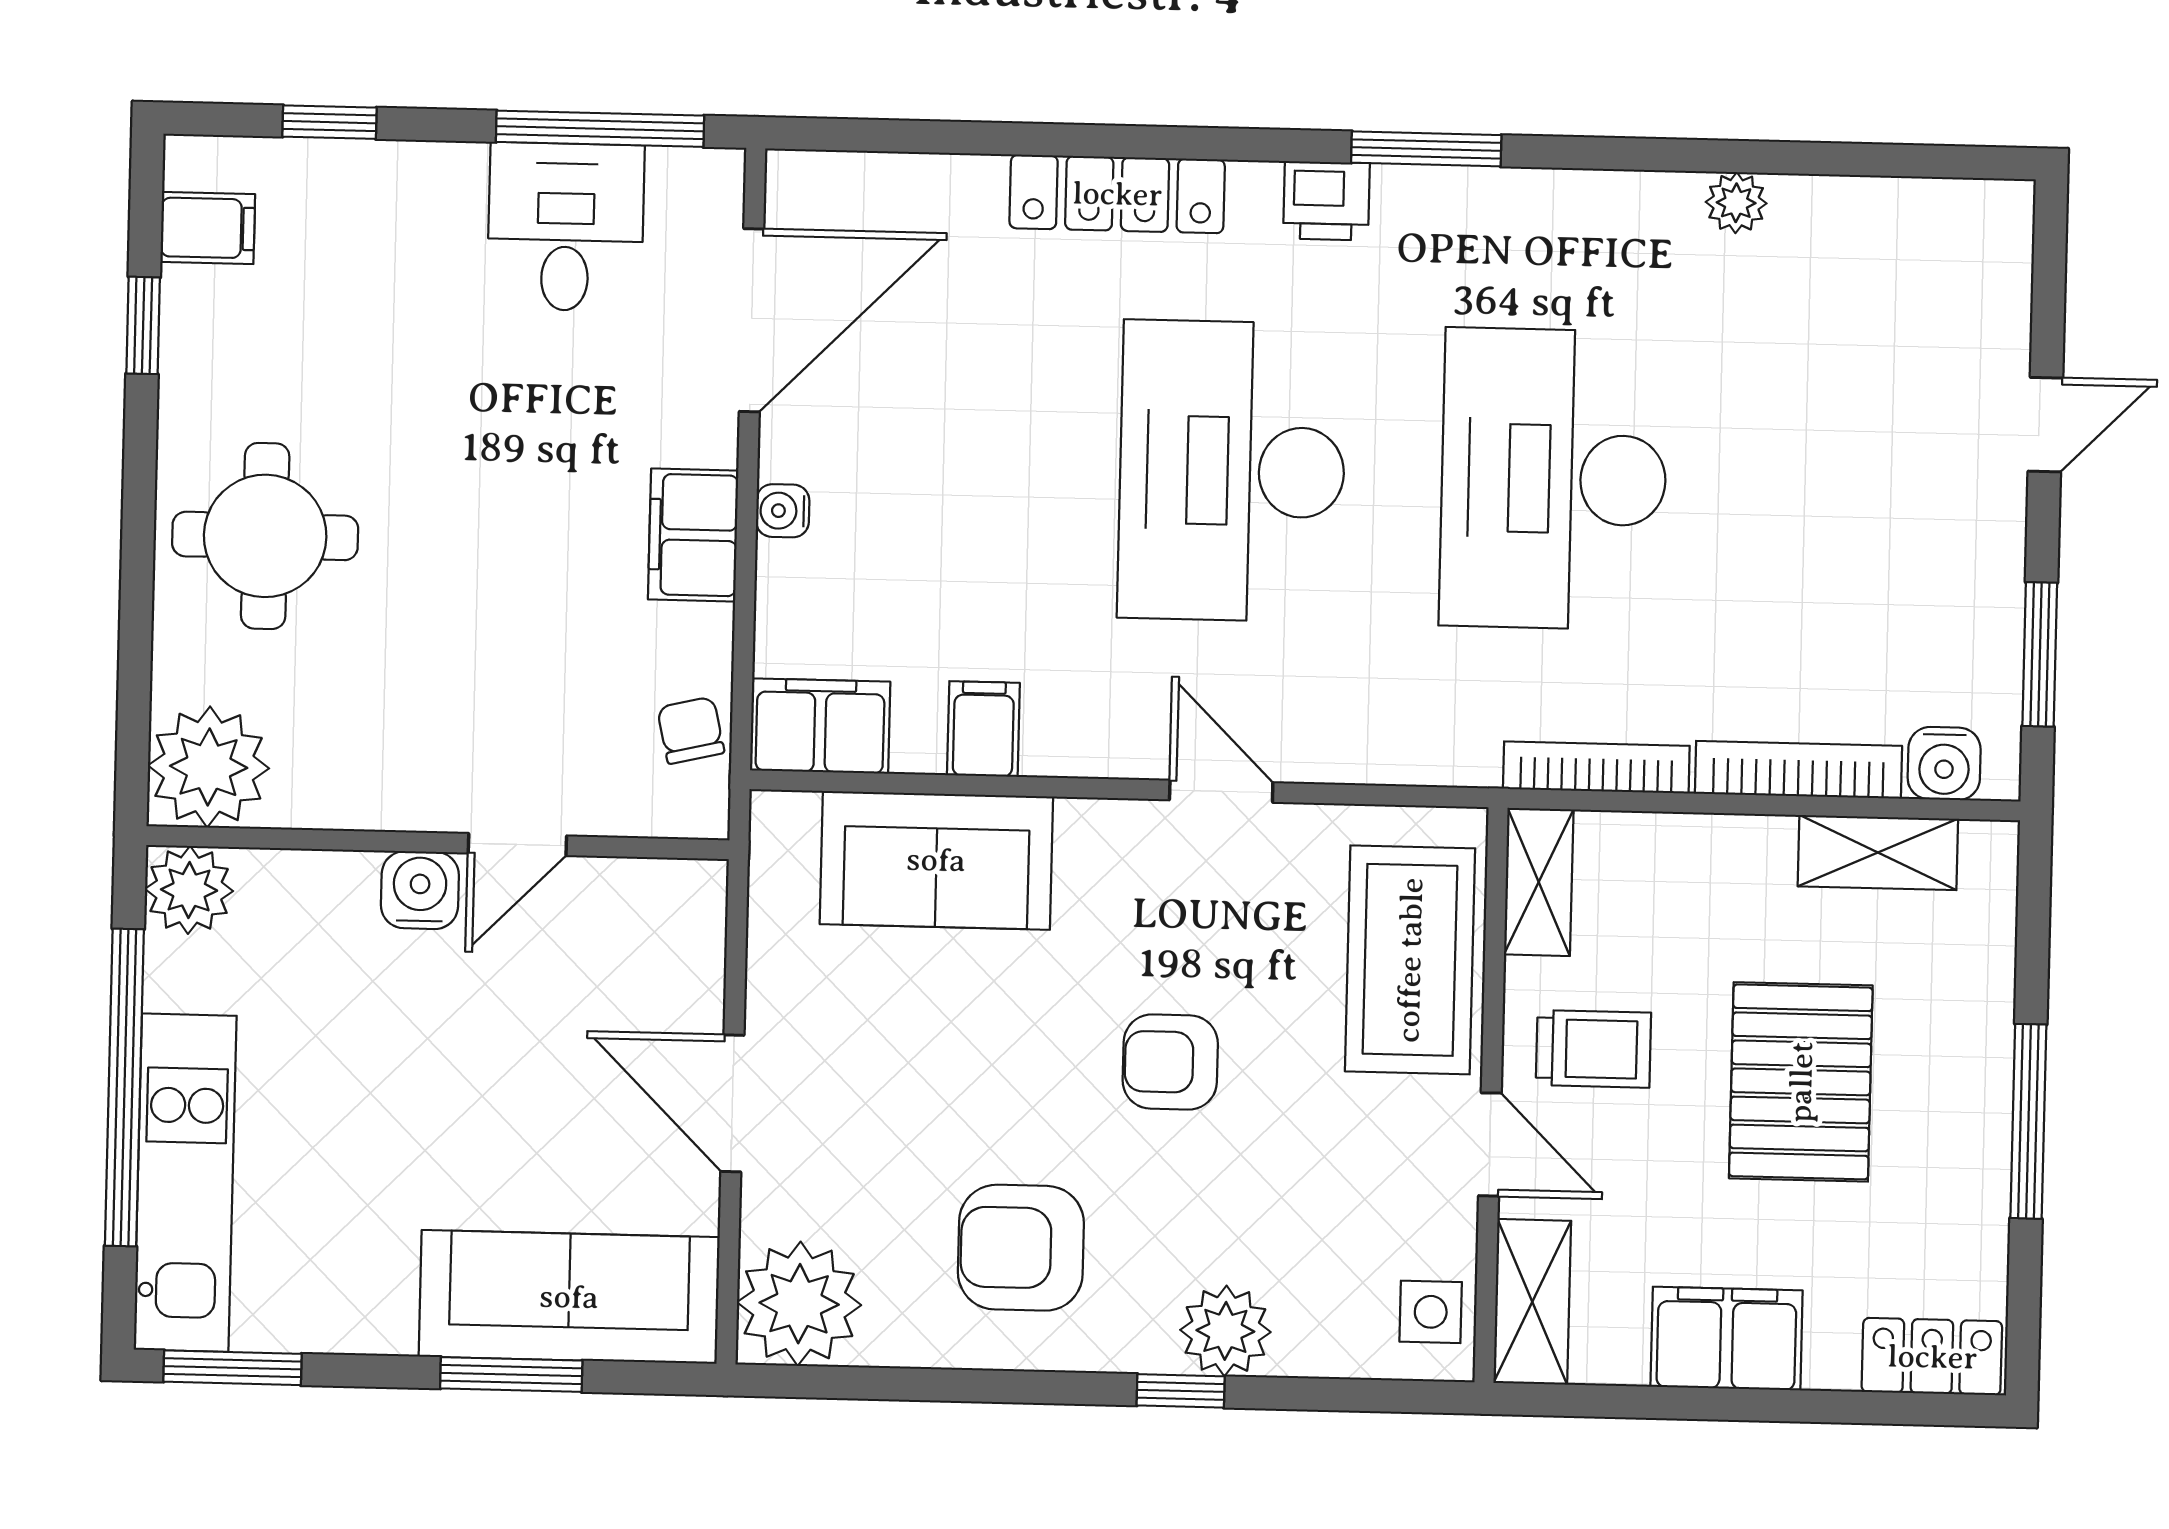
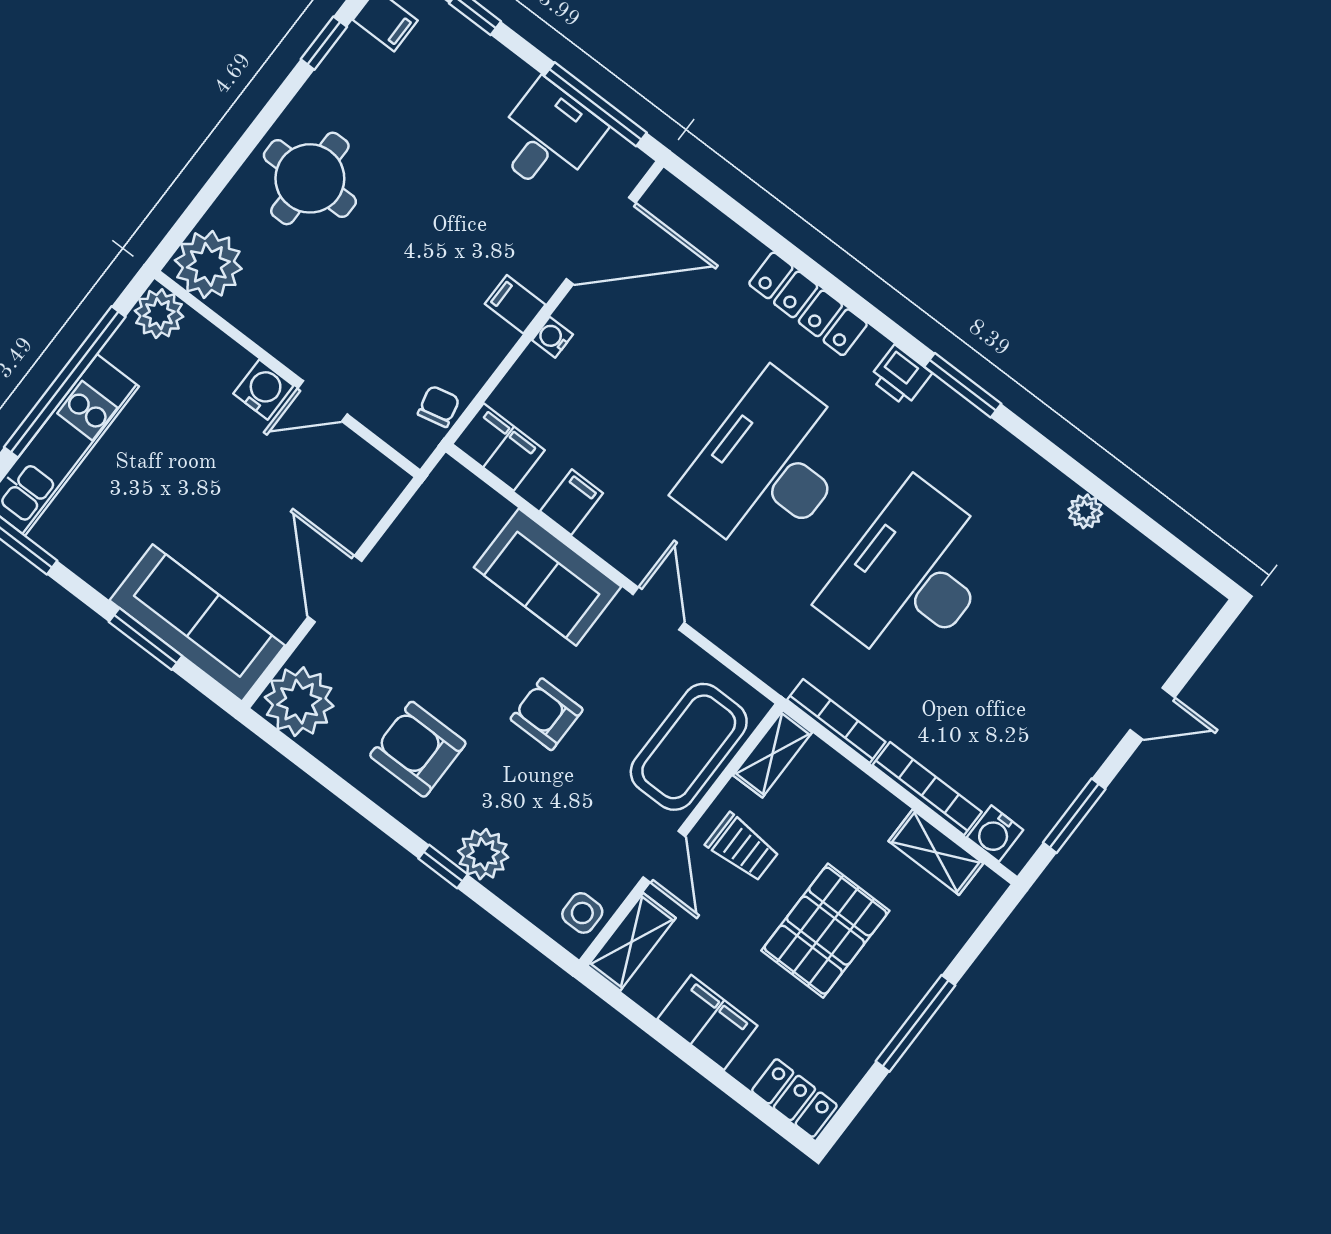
filing cabinet: (693, 535) -> (515, 304), width x0.50
sofa: (936, 860) -> (548, 577), moved

